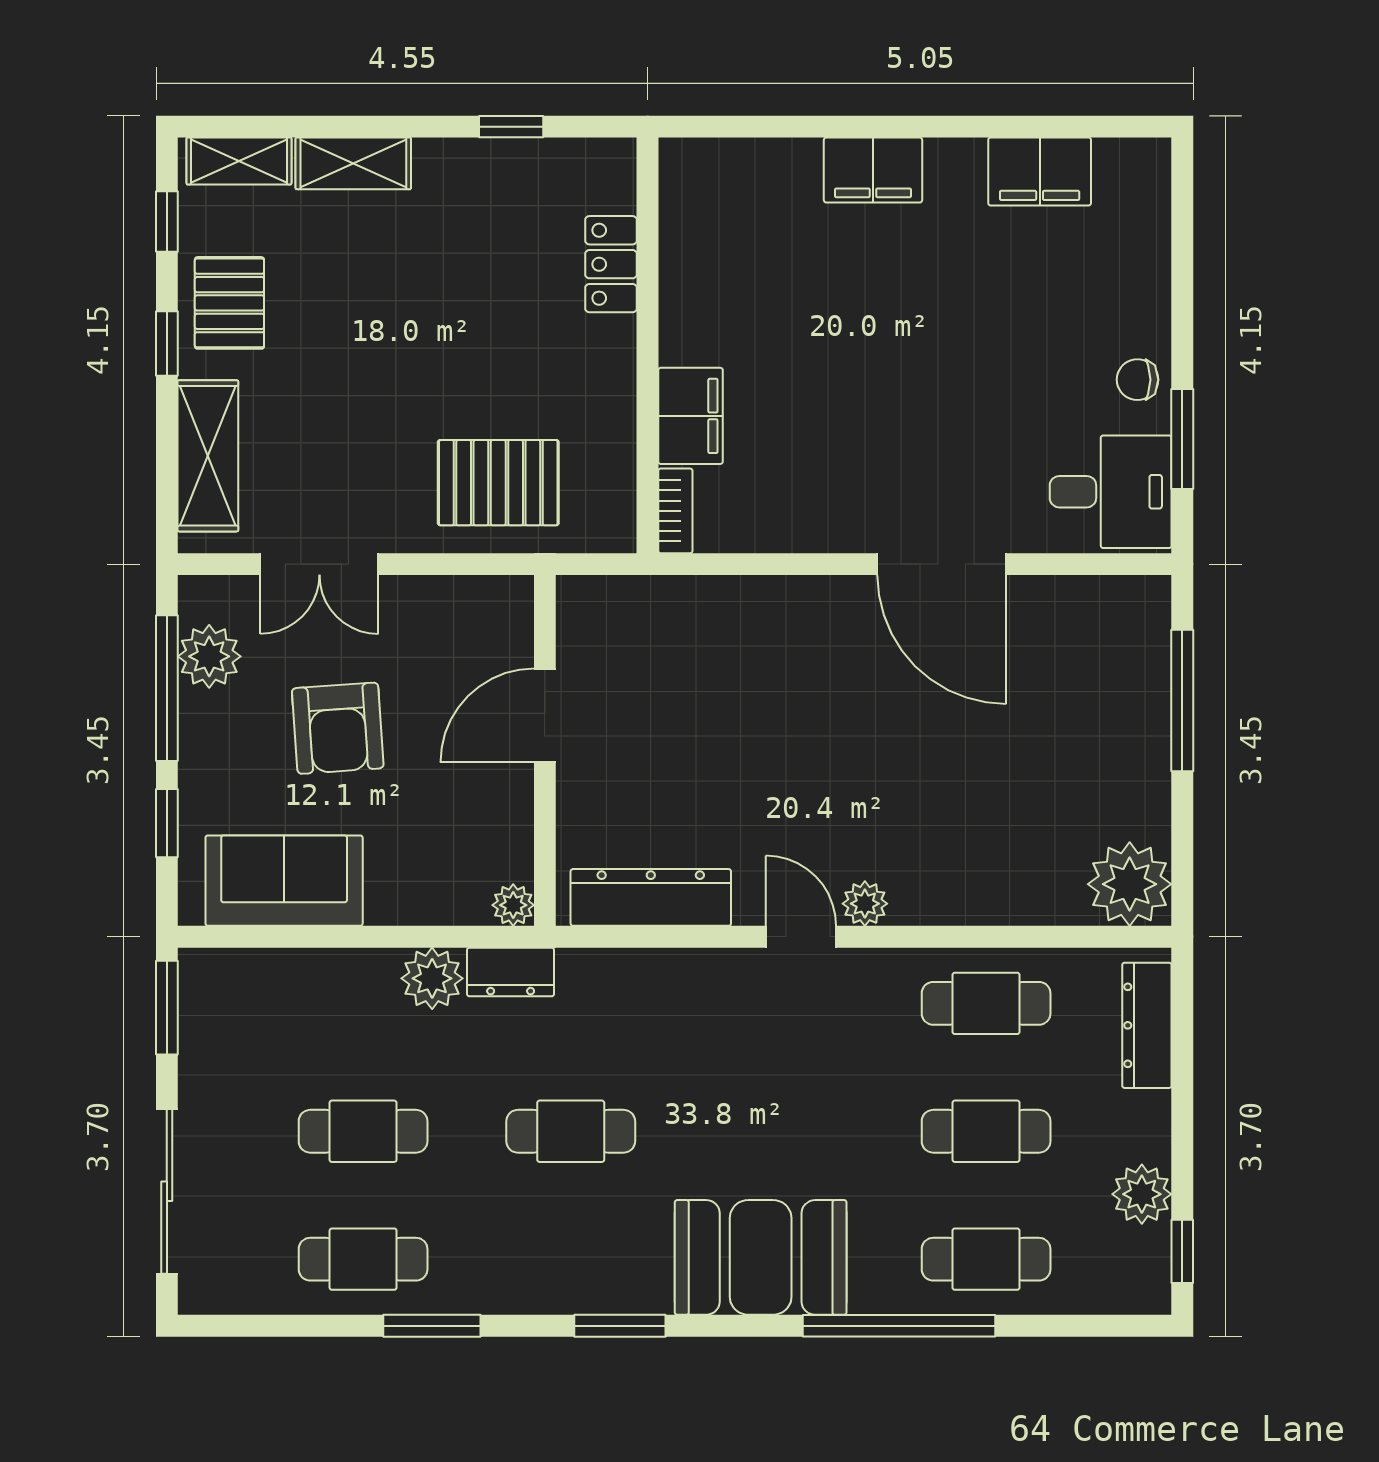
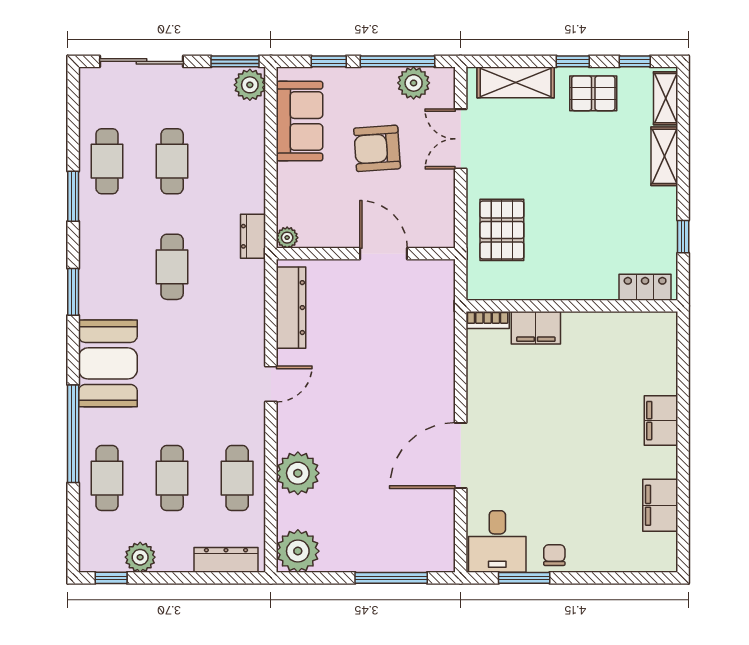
locker: (611, 264) -> (645, 287), moved
plant: (865, 904) -> (298, 473), moved, width x1.87, depth x1.87
plant: (432, 978) -> (250, 85), moved

